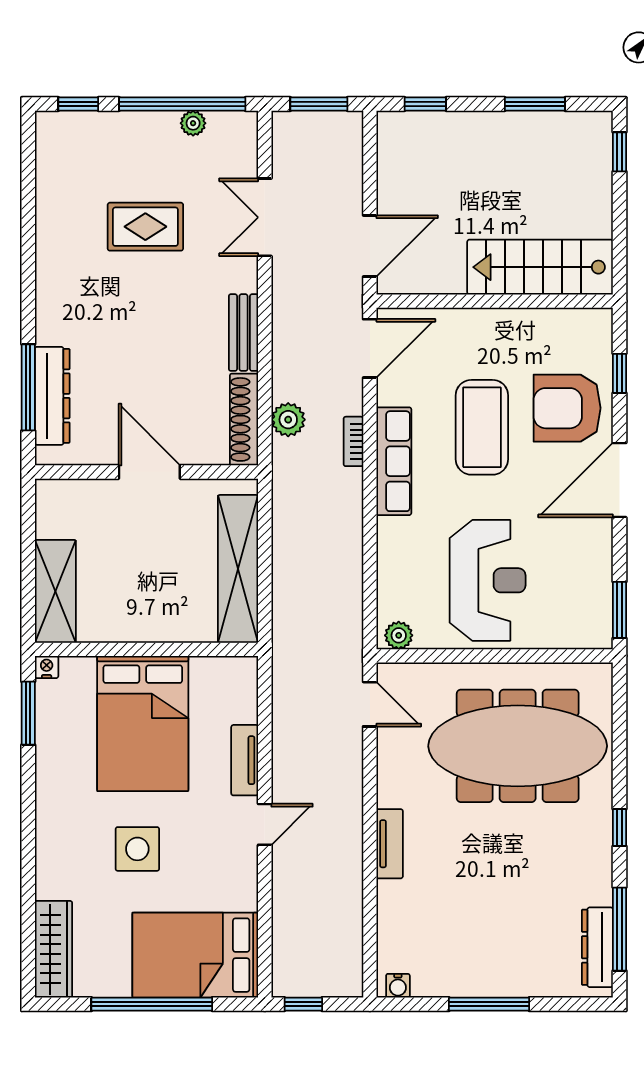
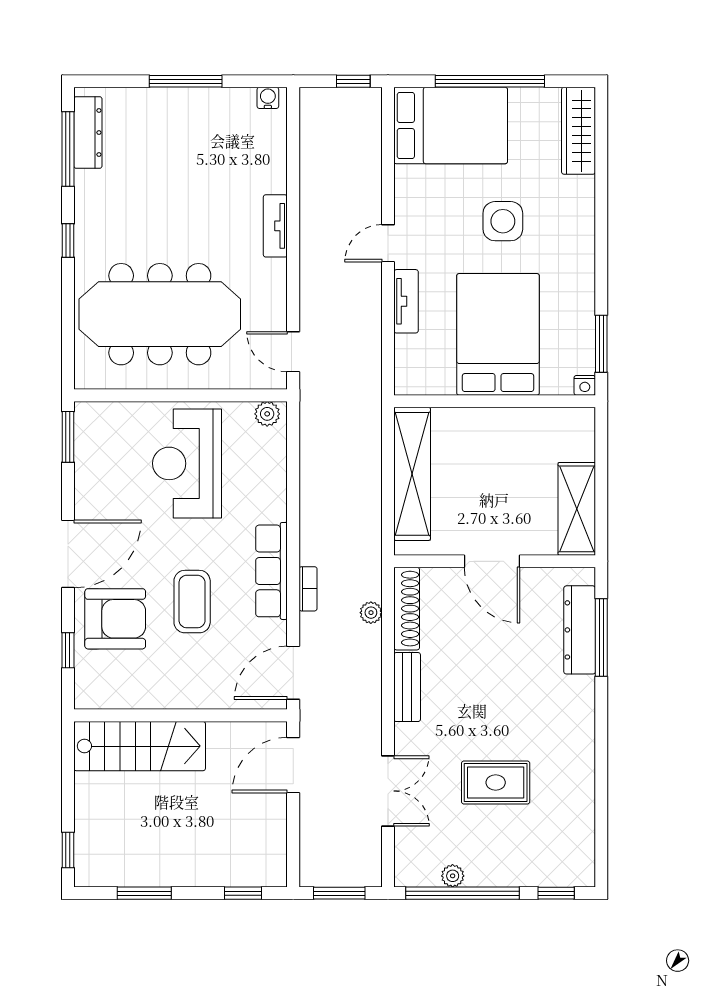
plant: (288, 420) -> (371, 613), width x0.73, depth x0.73
coffee table: (482, 427) -> (192, 602), width x0.73, depth x0.76
shelving: (55, 591) -> (577, 509), moved

